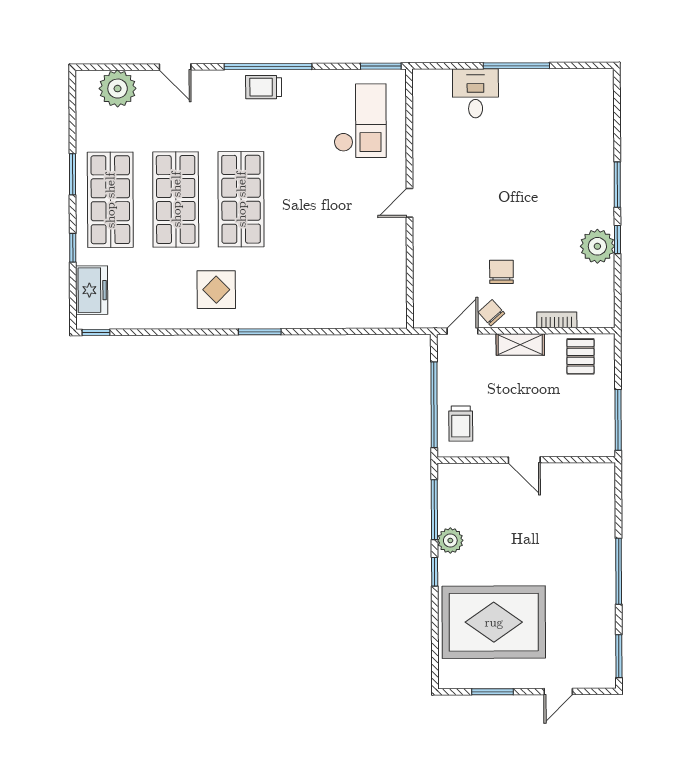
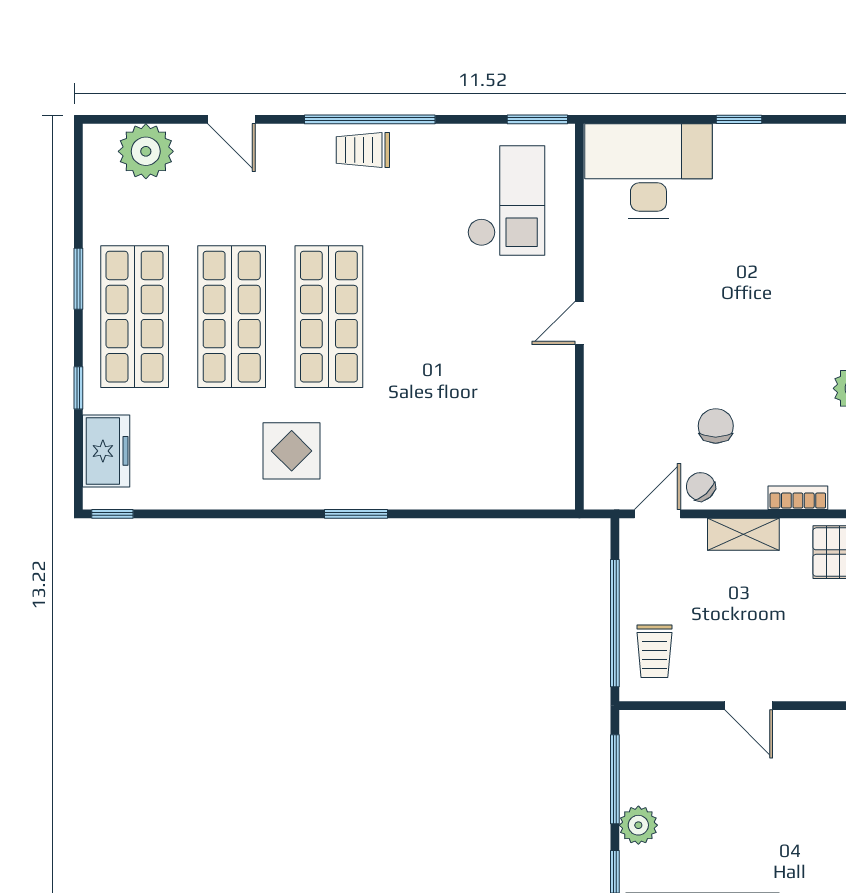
window: (516, 66) -> (739, 119), width x0.46
desk: (475, 93) -> (648, 171), width x1.87, depth x1.30

